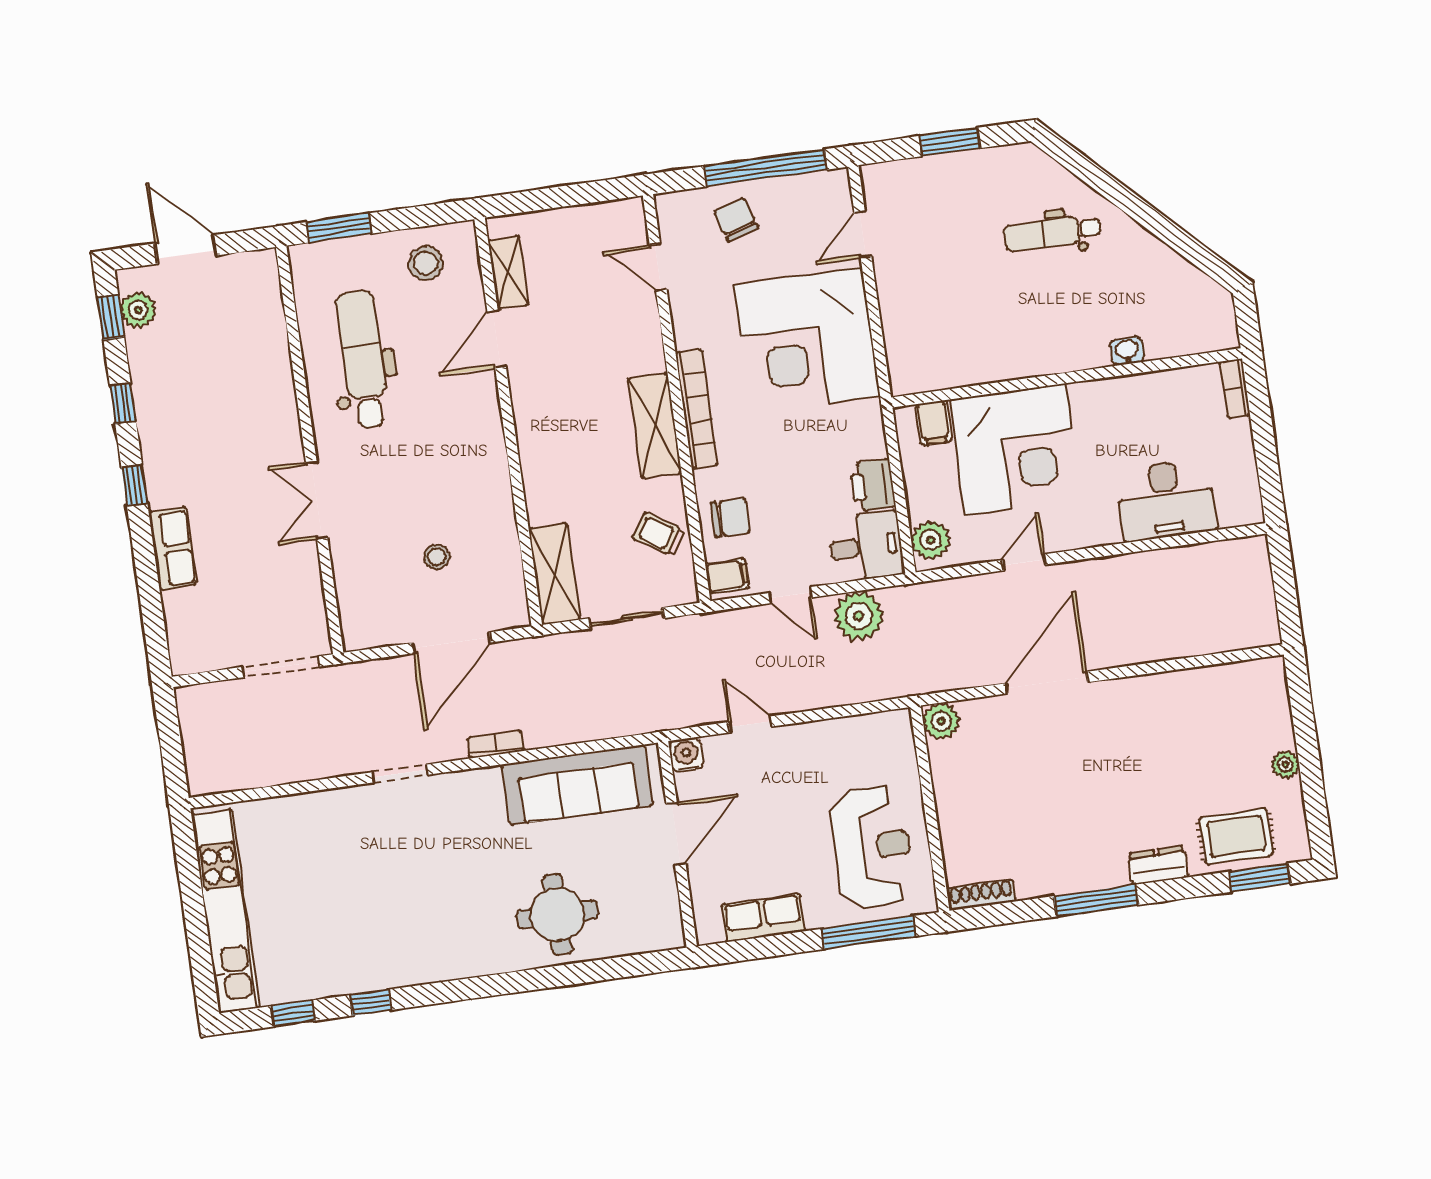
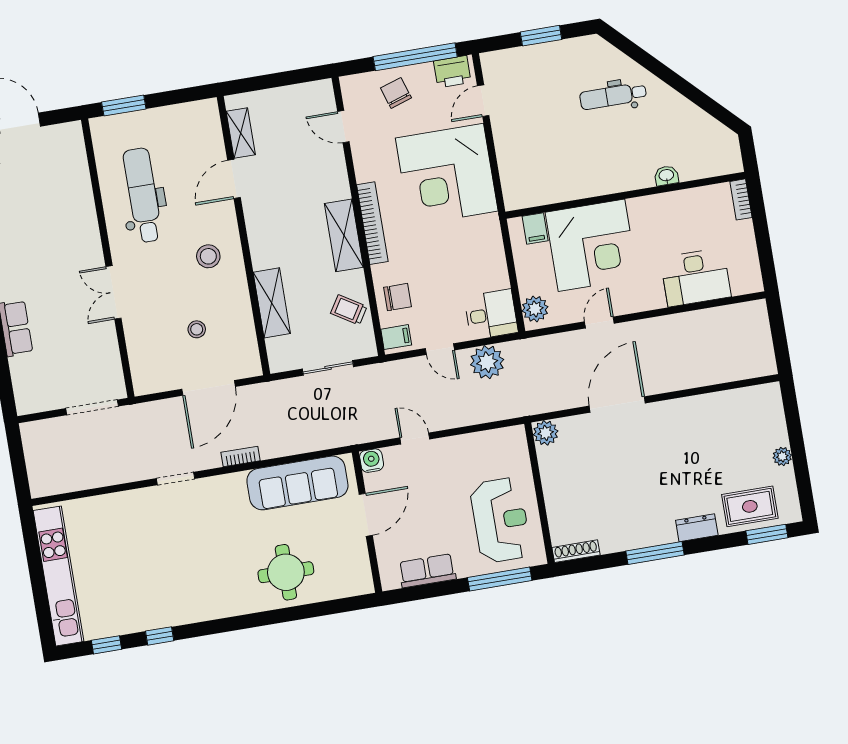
stool: (426, 263) -> (208, 256), moved
printer: (872, 485) -> (452, 72), moved, turned -90
shelving: (554, 574) -> (272, 303), moved

